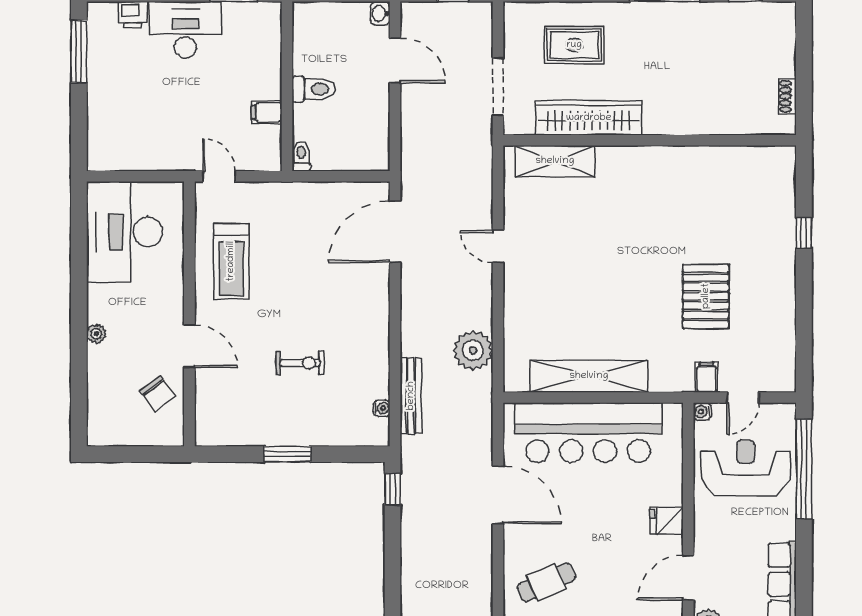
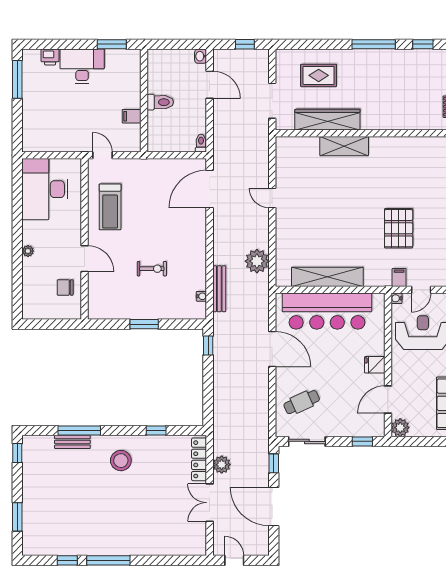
toilet: (301, 156) -> (201, 143), moved
shelving: (555, 161) -> (344, 146), moved
chair: (158, 394) -> (65, 287), turned 127

